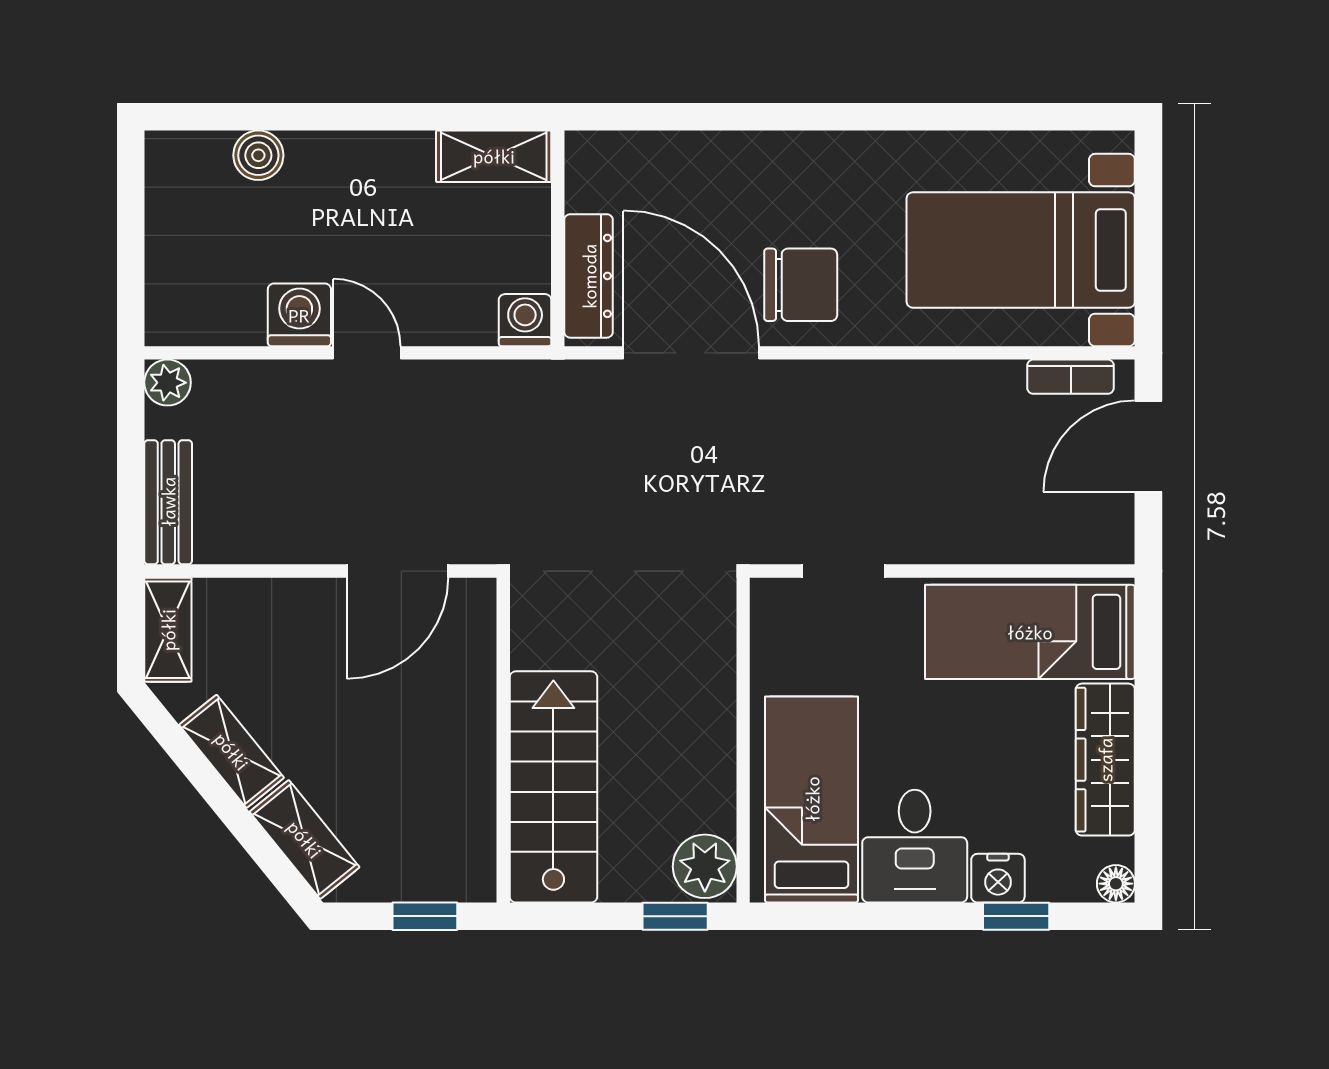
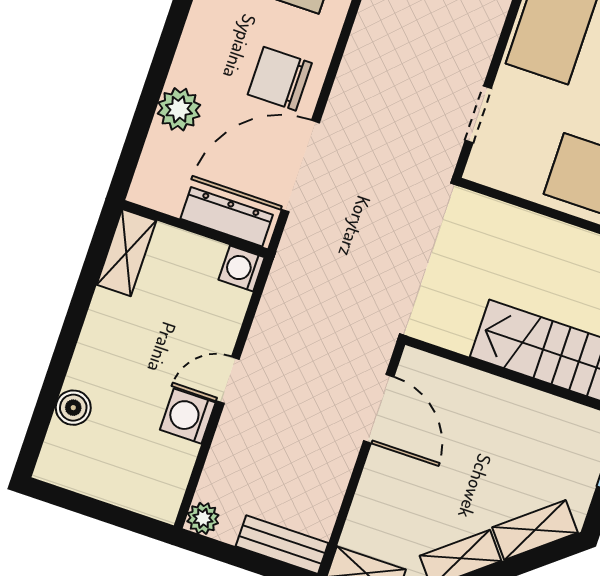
plant: (713, 162) -> (179, 109), added
chair: (801, 285) -> (280, 79), turned -90

